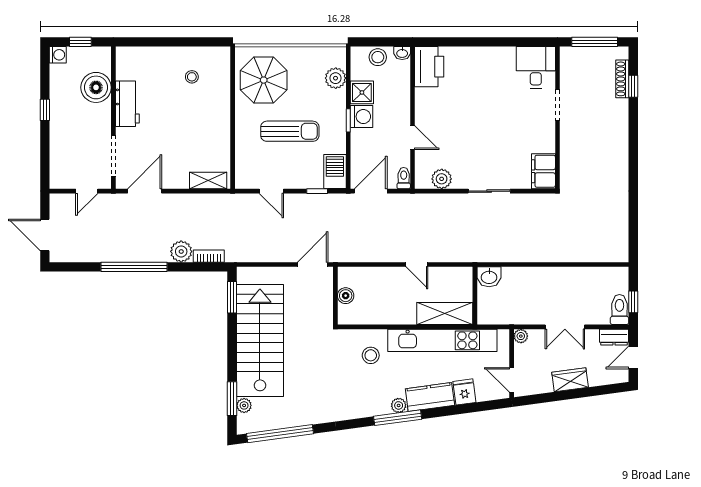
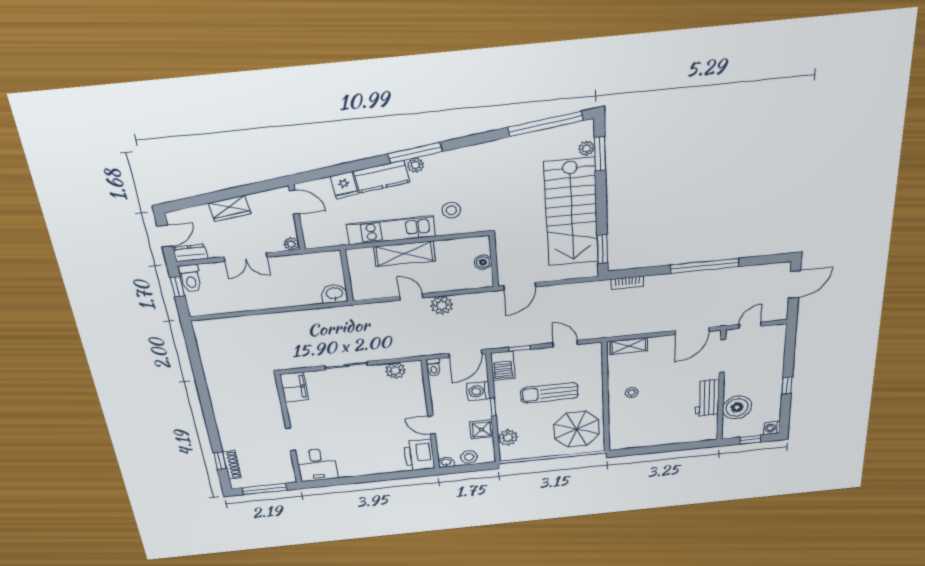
stool: (192, 77) -> (632, 393), moved
washing machine: (362, 117) -> (478, 391), moved
door: (412, 138) -> (432, 425), moved
door: (45, 235) -> (794, 284), hinge flipped
plant: (181, 251) -> (442, 305), moved
shelving: (445, 314) -> (404, 254), moved
double door: (565, 327) -> (246, 257), swing flipped
kitchen unit: (442, 340) -> (391, 230), width x0.73

